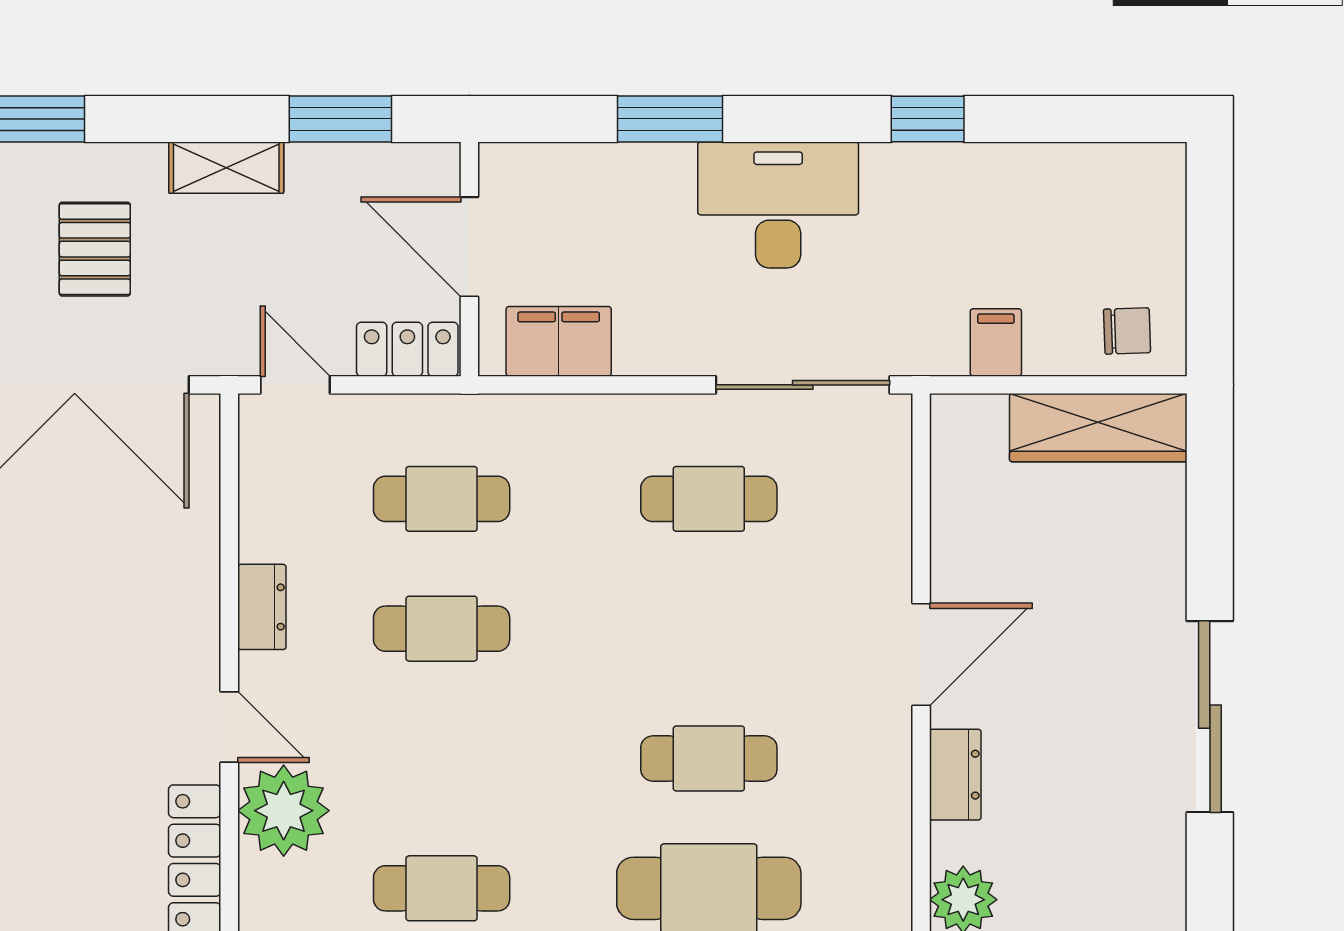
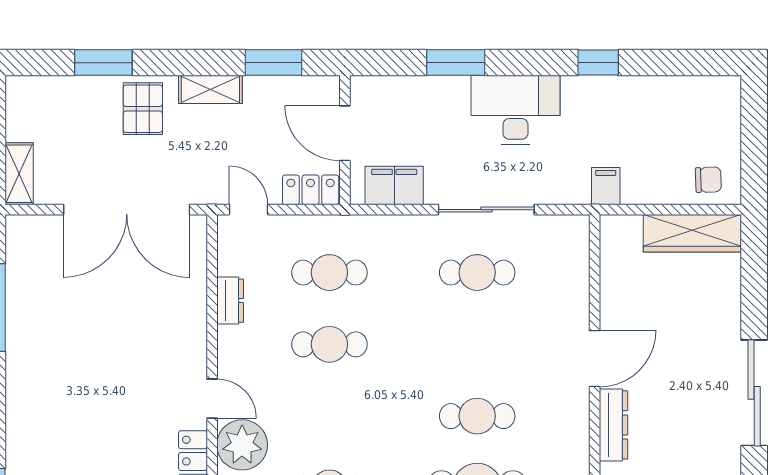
pallet: (95, 249) -> (143, 109), moved
filing cabinet: (996, 342) -> (606, 186), moved
sliding door: (803, 385) -> (486, 210), moved
dresser: (262, 607) -> (230, 301), moved
dresser: (955, 775) -> (613, 425), width x1.44

